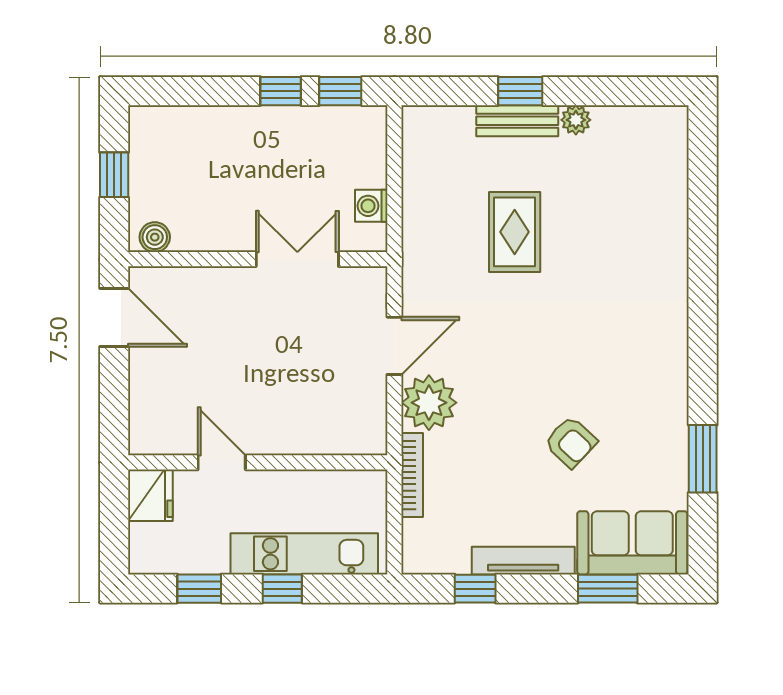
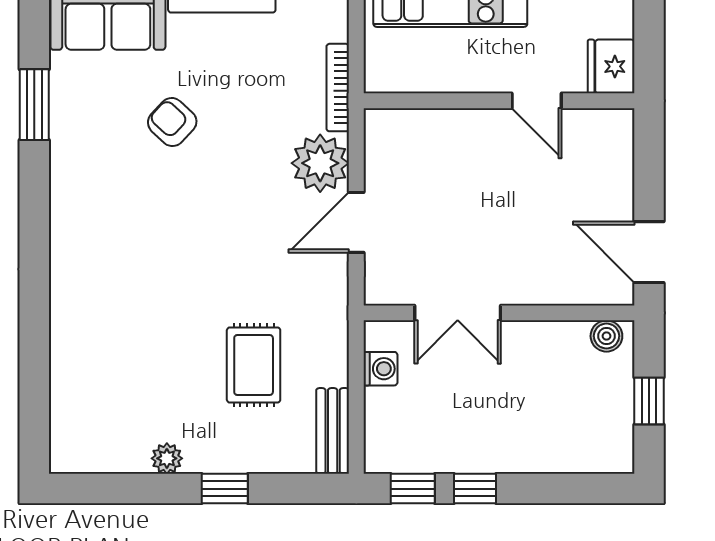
bench: (517, 121) -> (333, 431), moved, turned 90
rug: (515, 232) -> (254, 365), moved

